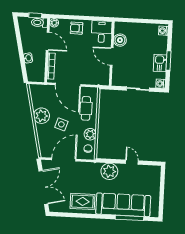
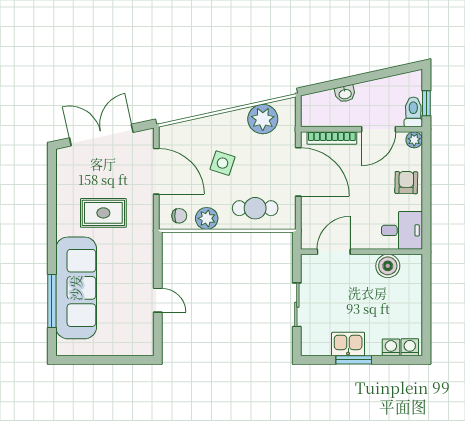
door: (112, 57) -> (334, 252), moved
washing machine: (161, 84) -> (391, 347), moved
door: (68, 85) -> (298, 172), swing flipped
plant: (42, 116) -> (263, 119), moved
door: (132, 162) -> (158, 300), hinge flipped
plant: (109, 171) -> (138, 258), removed
double door: (43, 187) -> (101, 135), swing flipped
rug: (83, 201) -> (103, 213), moved, turned 90

